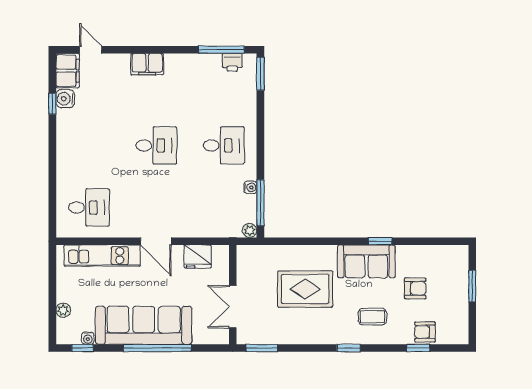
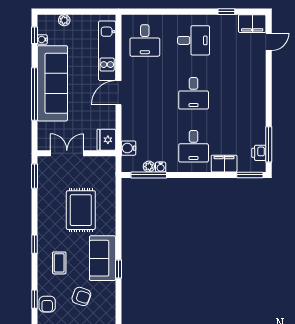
filing cabinet: (147, 64) -> (224, 164), moved, turned 90
water cooler: (65, 99) -> (129, 148), moved, turned -90
desk: (89, 145) -> (194, 40), added
plant: (250, 230) -> (149, 167), moved
fridge: (198, 257) -> (106, 140), moved
armchair: (415, 288) -> (81, 296), turned -71
armchair: (425, 332) -> (47, 304), turned 180

